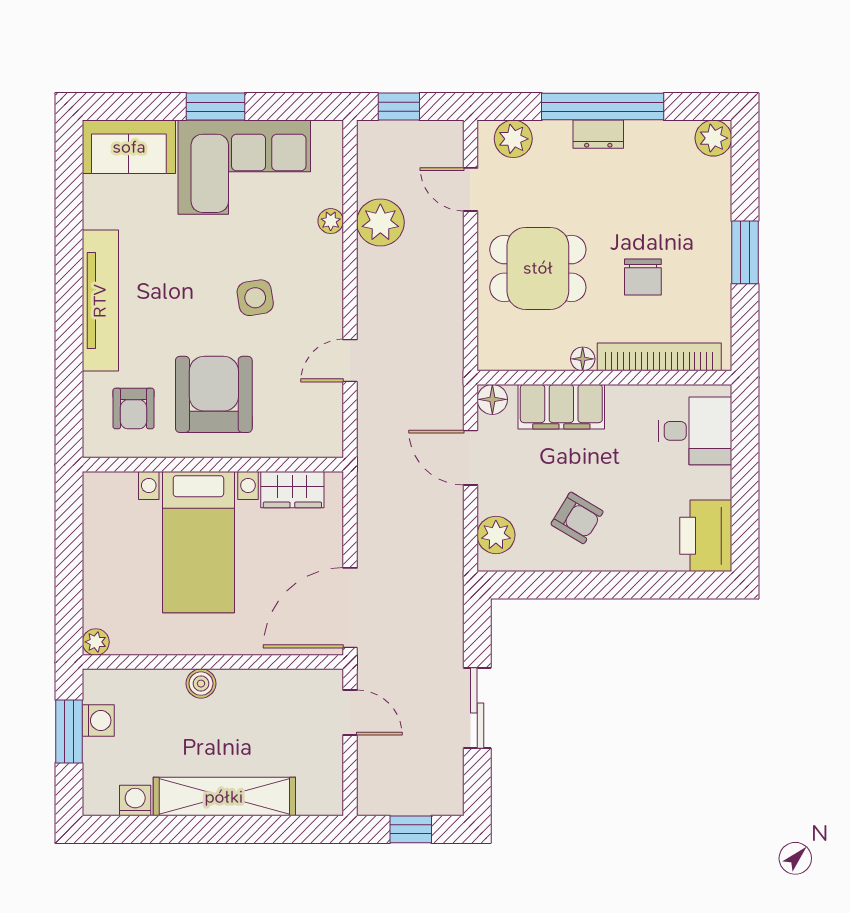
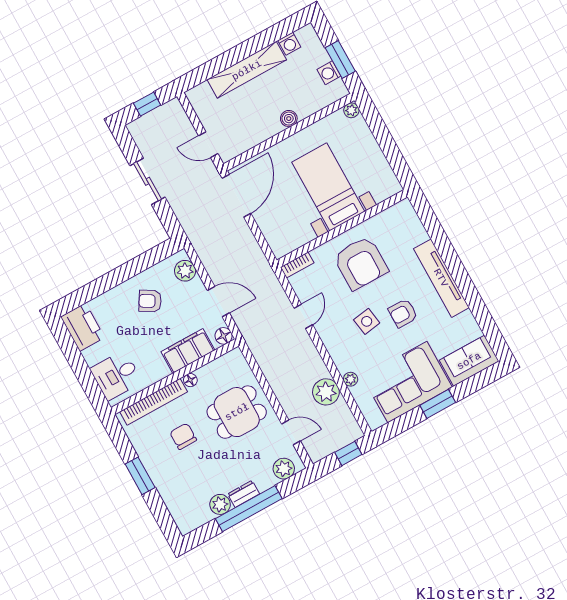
plant: (713, 138) -> (220, 504), moved
armchair: (133, 409) -> (403, 313), moved, turned -90
bookcase: (315, 447) -> (297, 265), added
wardrobe: (292, 490) -> (297, 238), removed

